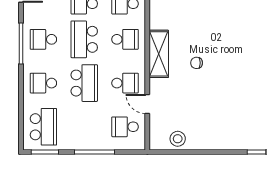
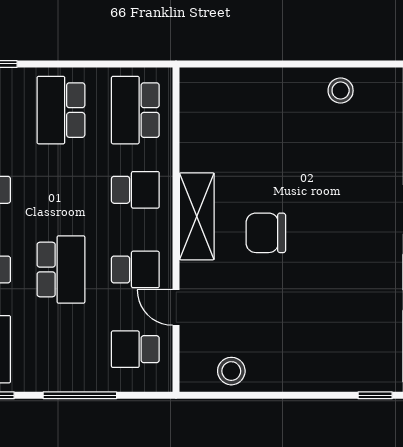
school desk: (84, 39) -> (61, 190), removed
chair: (197, 63) -> (266, 233), width x1.87, depth x1.87

